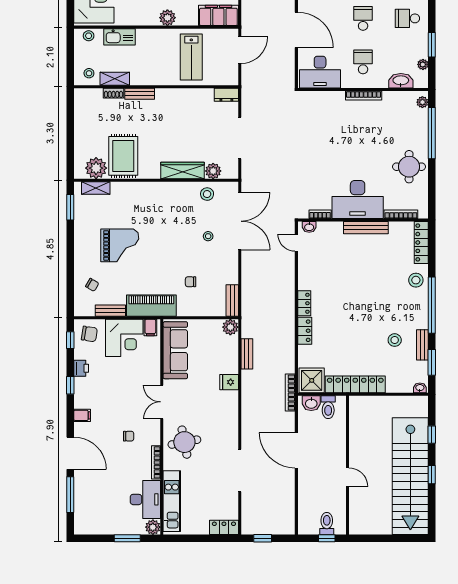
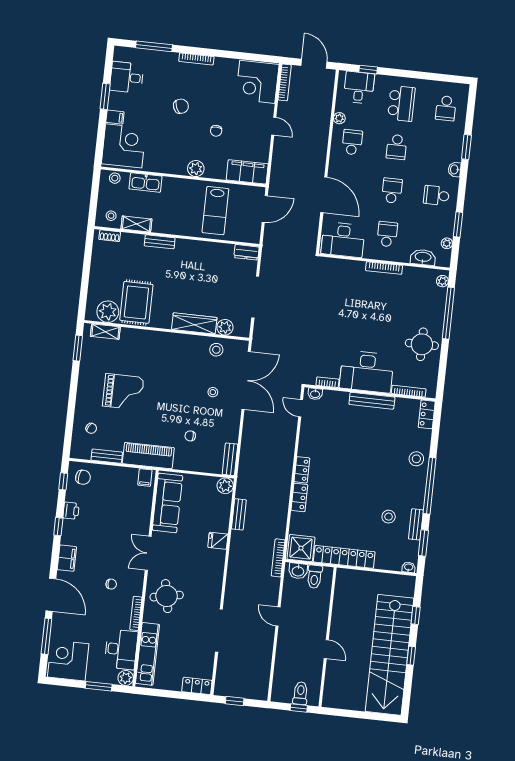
shoe rack: (113, 93) -> (110, 236), moved
locker: (421, 242) -> (427, 414), width x0.66
corner desk: (124, 338) -> (68, 660), moved, turned 180
filing cabinet: (82, 415) -> (67, 558), width x2.00
door: (296, 450) -> (278, 616), width x0.53

